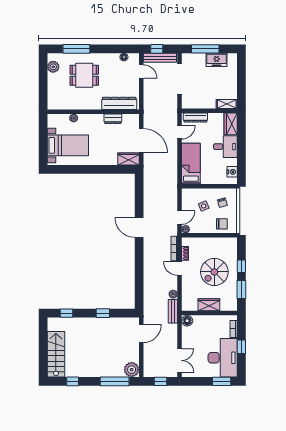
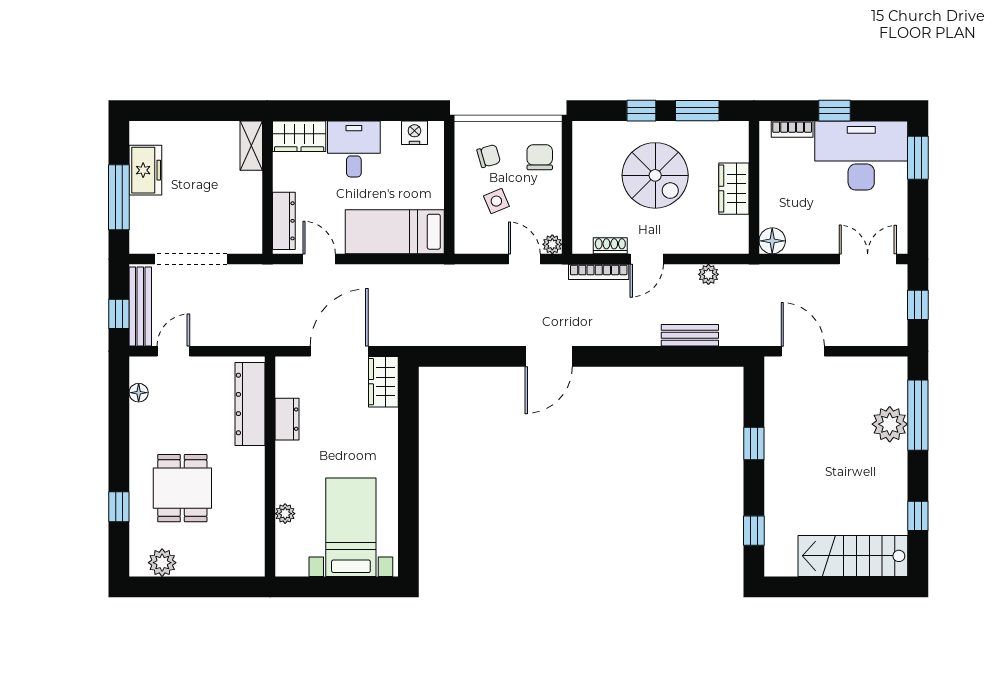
window: (76, 49) -> (119, 507), width x0.46
bench: (173, 311) -> (690, 335), moved
plant: (132, 370) -> (890, 424), moved

